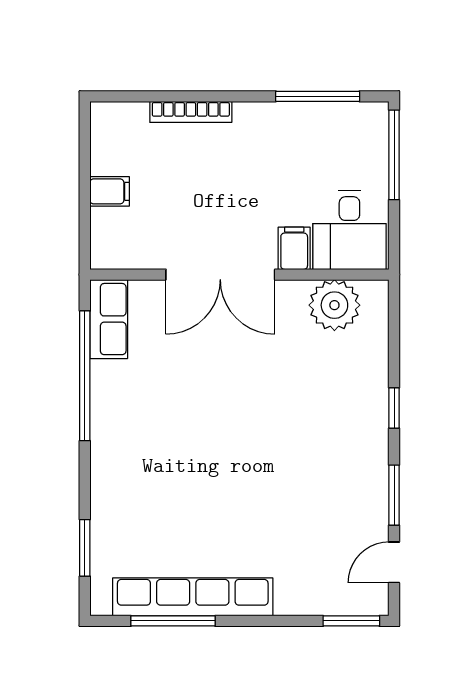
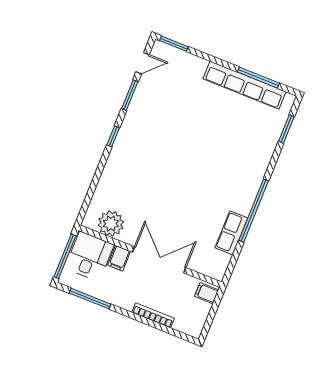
desk: (349, 230) -> (89, 256), moved
filing cabinet: (294, 248) -> (119, 258), moved
double door: (220, 275) -> (159, 260), moved
wall: (239, 275) -> (150, 256), moved
plant: (334, 305) -> (111, 224), moved

